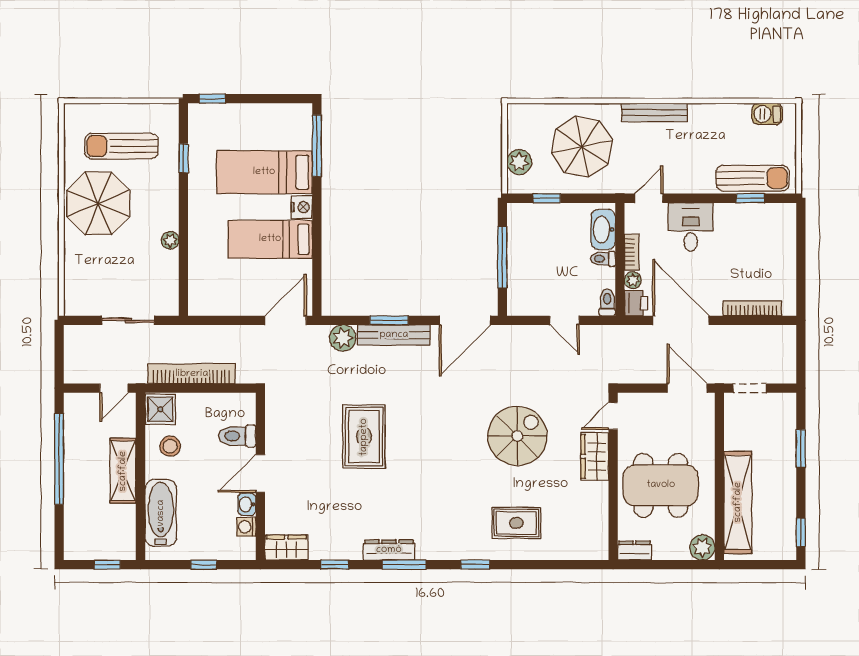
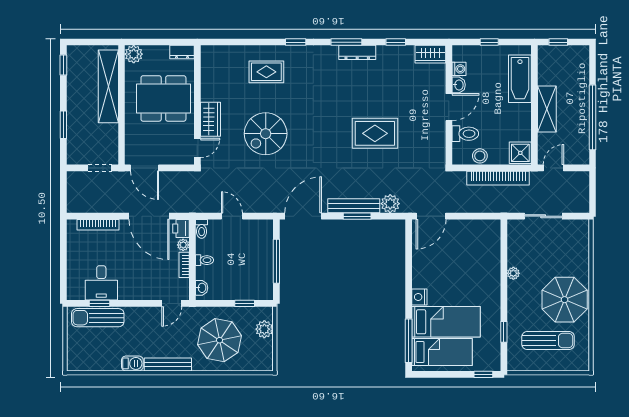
barbecue: (767, 114) -> (132, 363), moved
desk: (691, 227) -> (101, 283), moved
washbasin: (603, 229) -> (202, 288), width x0.52, depth x0.69
bed: (270, 239) -> (442, 352), moved
rug: (364, 437) -> (375, 133), turned 90
stool: (170, 446) -> (480, 156), moved

